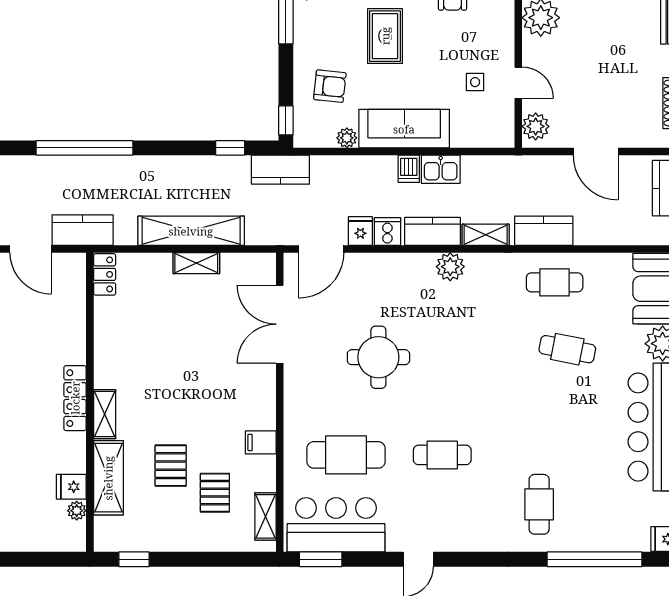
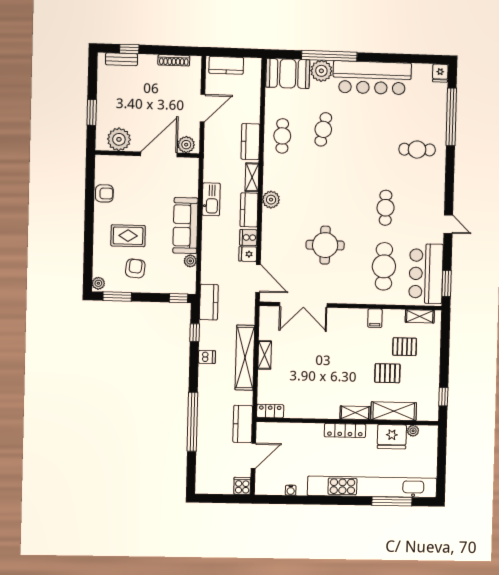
side table: (475, 82) -> (158, 181), removed
door: (518, 83) -> (159, 154), width x1.88
armchair: (330, 86) -> (135, 268), moved
dishwasher: (409, 169) -> (207, 357), moved
kitchen sink: (441, 169) -> (211, 199), width x1.38
fridge: (71, 487) -> (392, 437), width x1.88, depth x1.34

